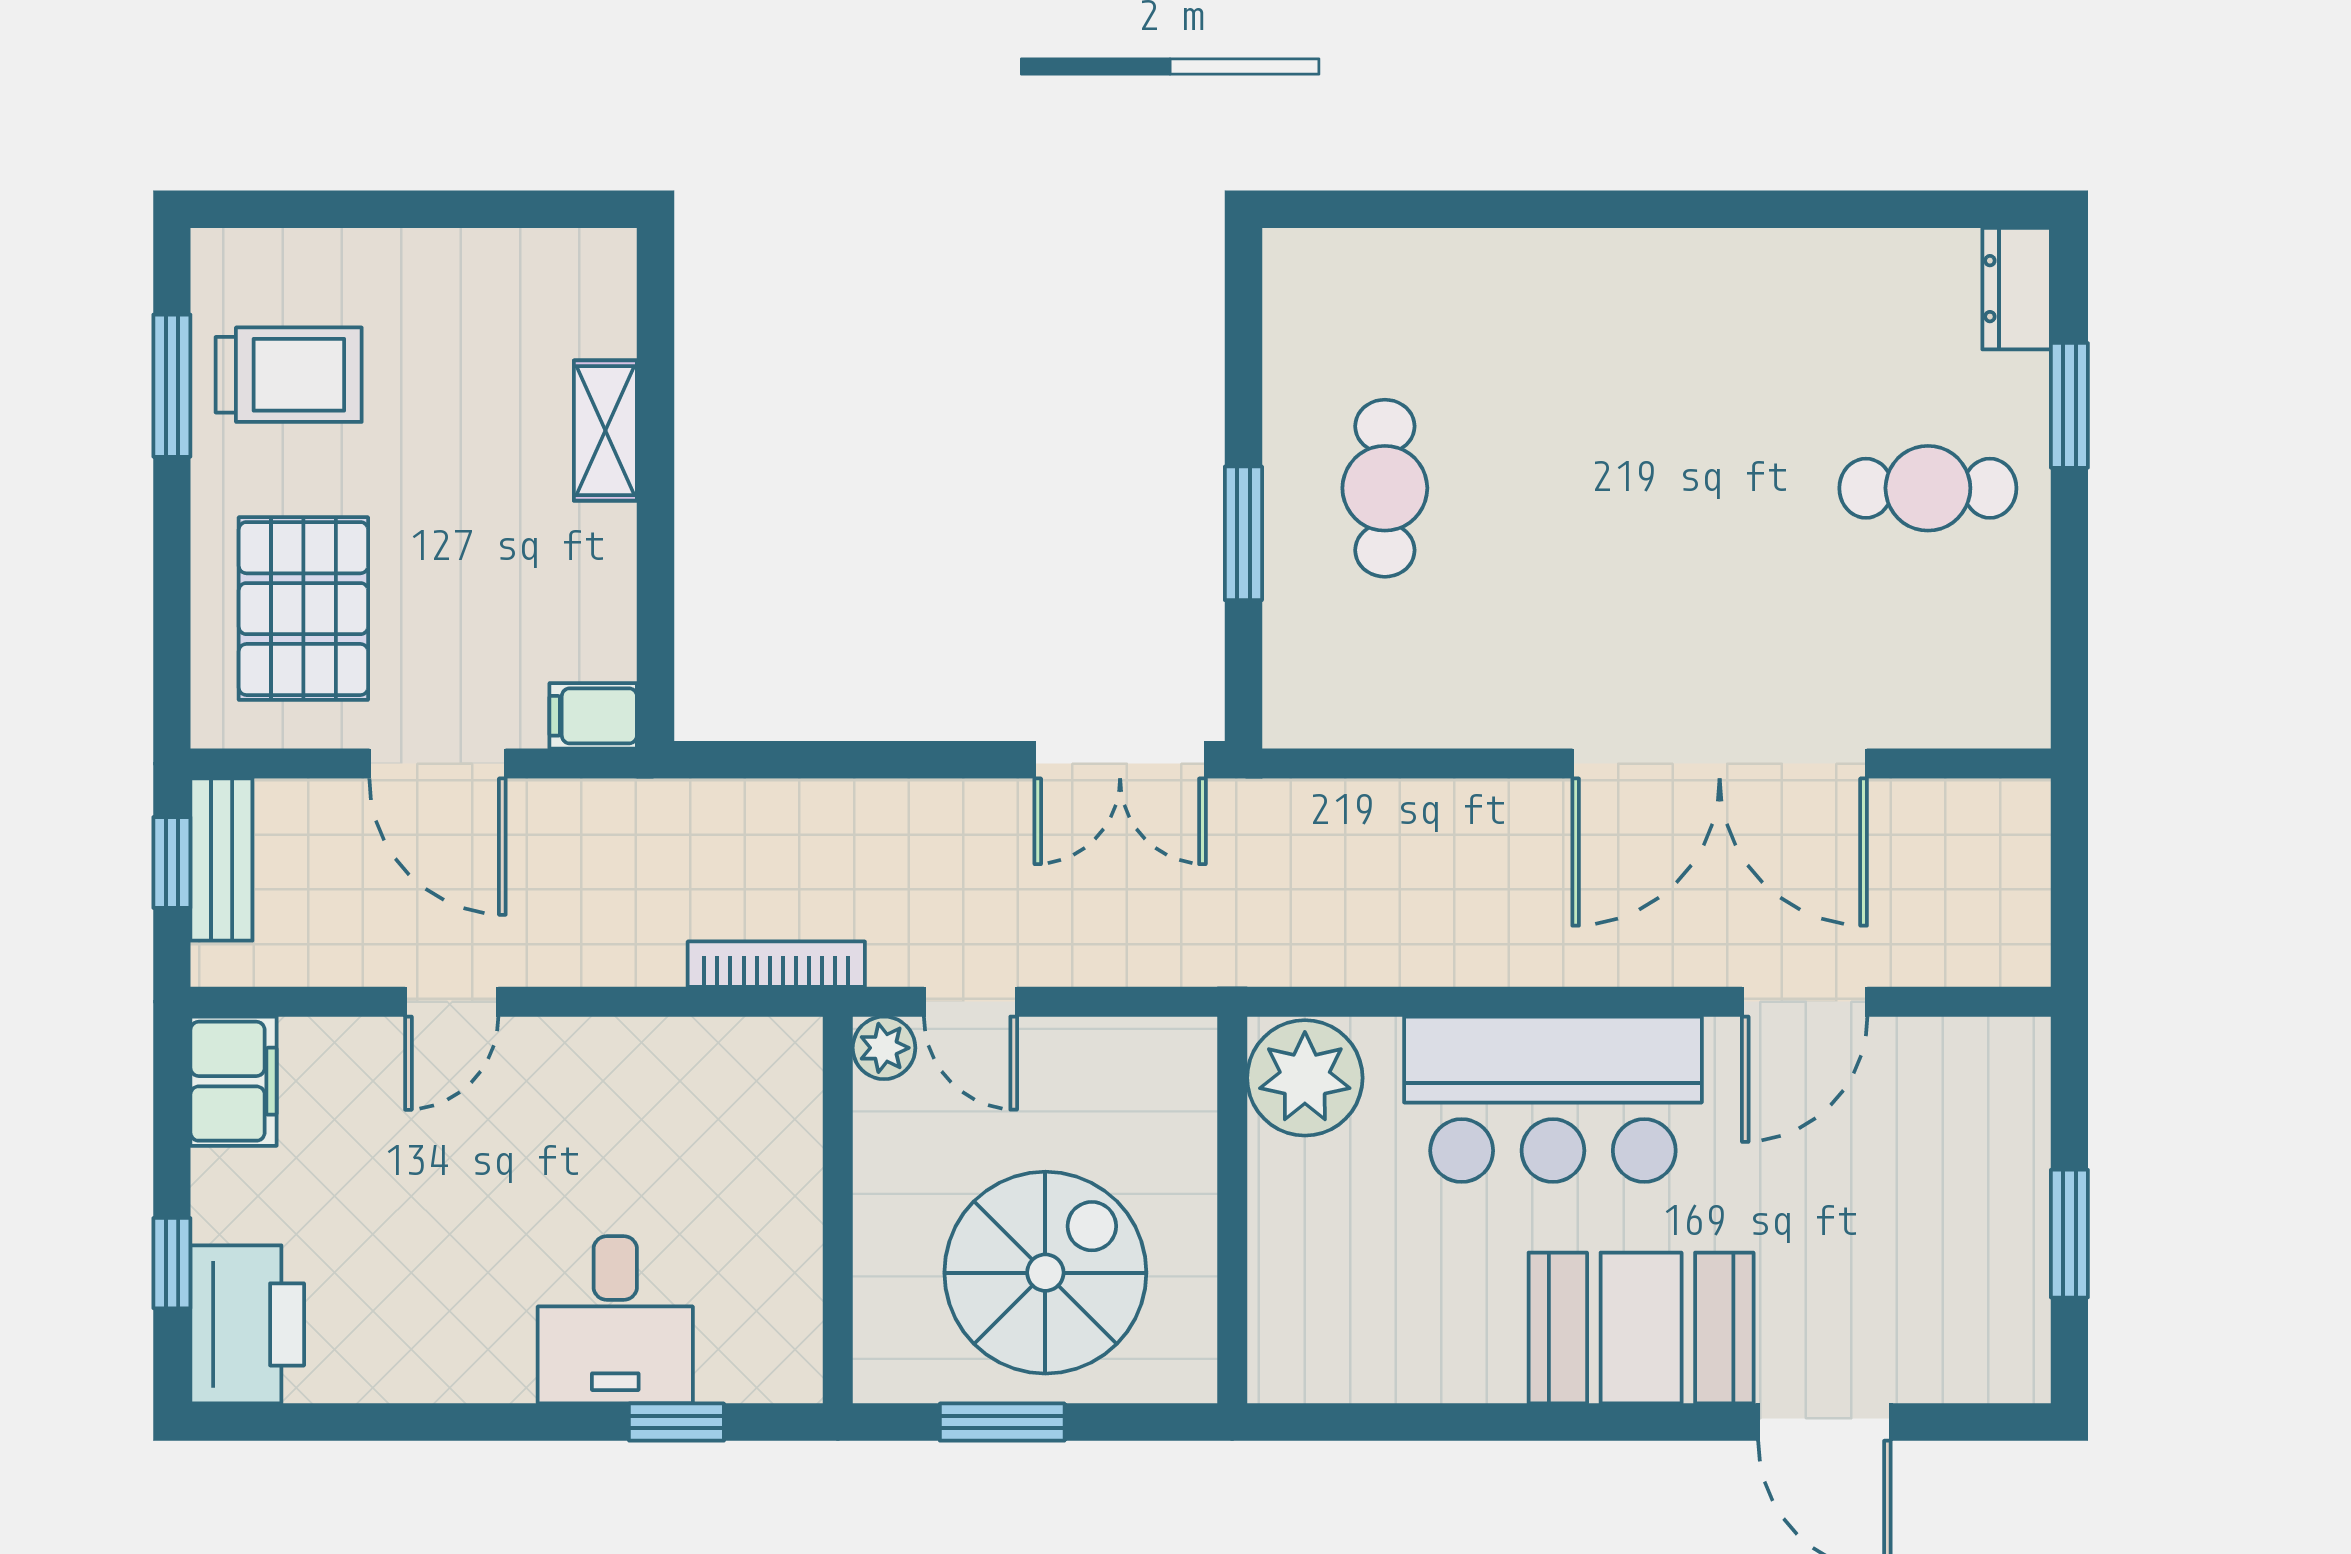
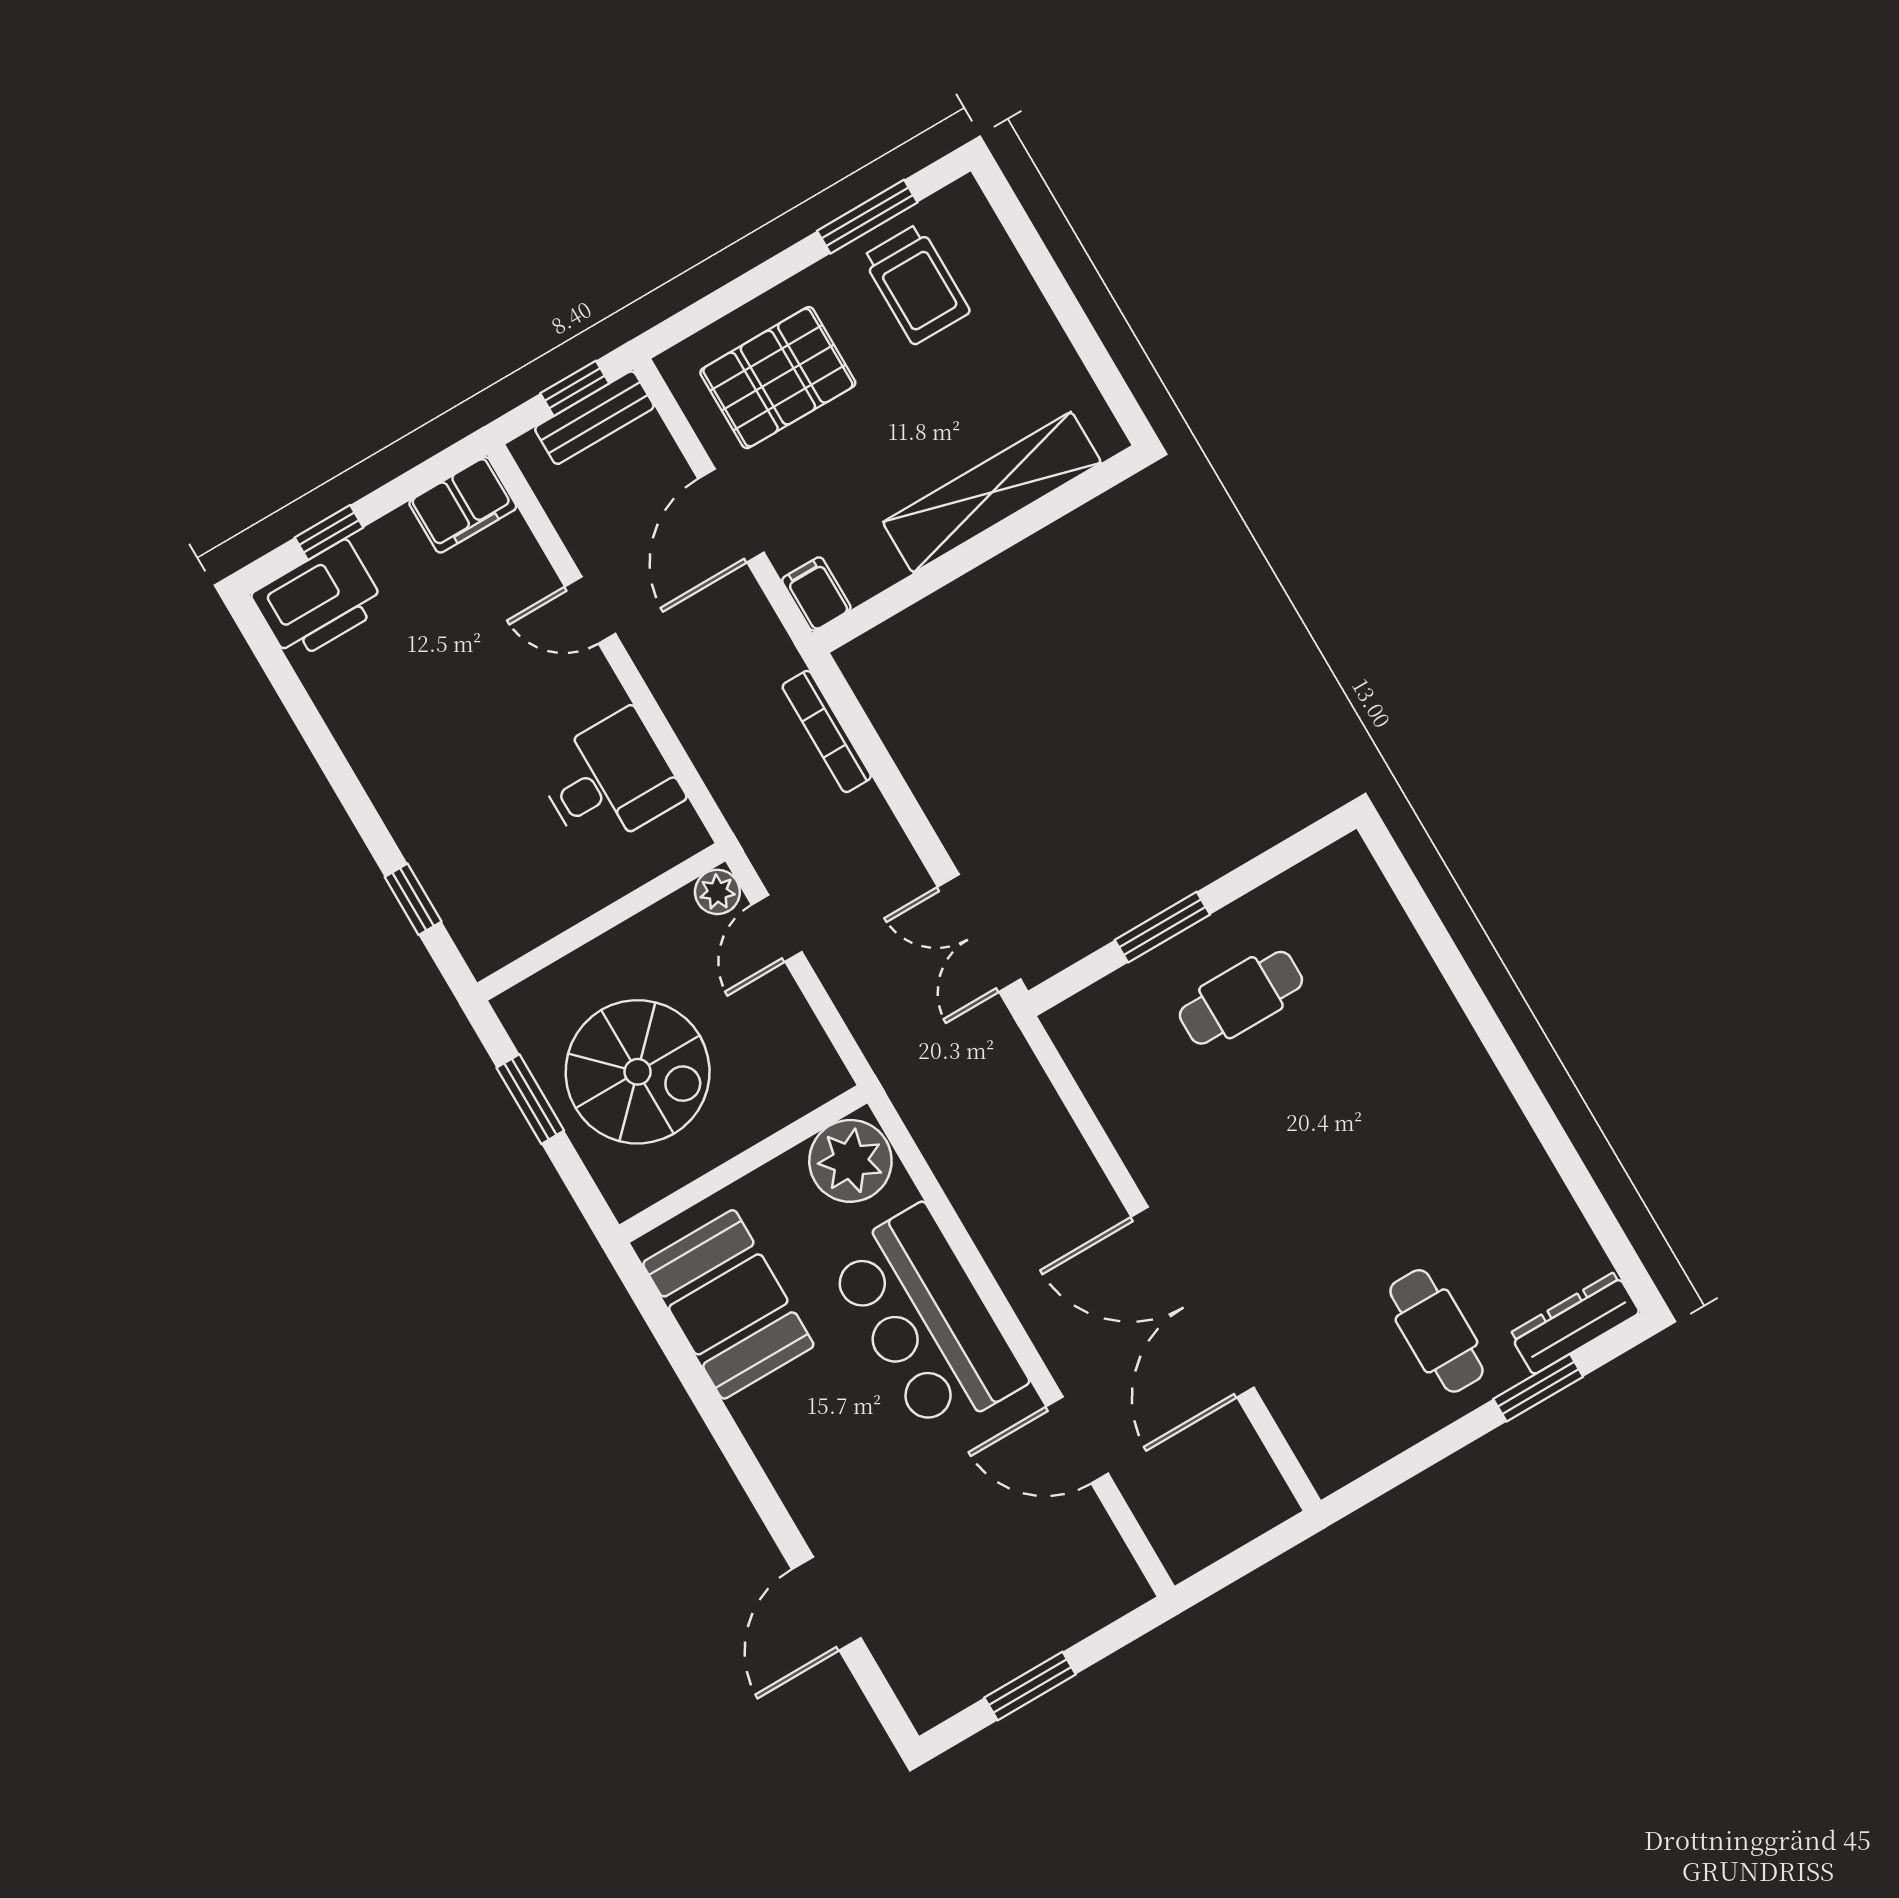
dresser: (2017, 289) -> (1575, 1323), width x1.44
shelving: (605, 431) -> (992, 492), width x2.20, depth x1.33
bookcase: (776, 964) -> (827, 731), moved, turned 180
desk: (615, 1320) -> (609, 781), moved, turned 180
booth: (1641, 1328) -> (728, 1304), moved

